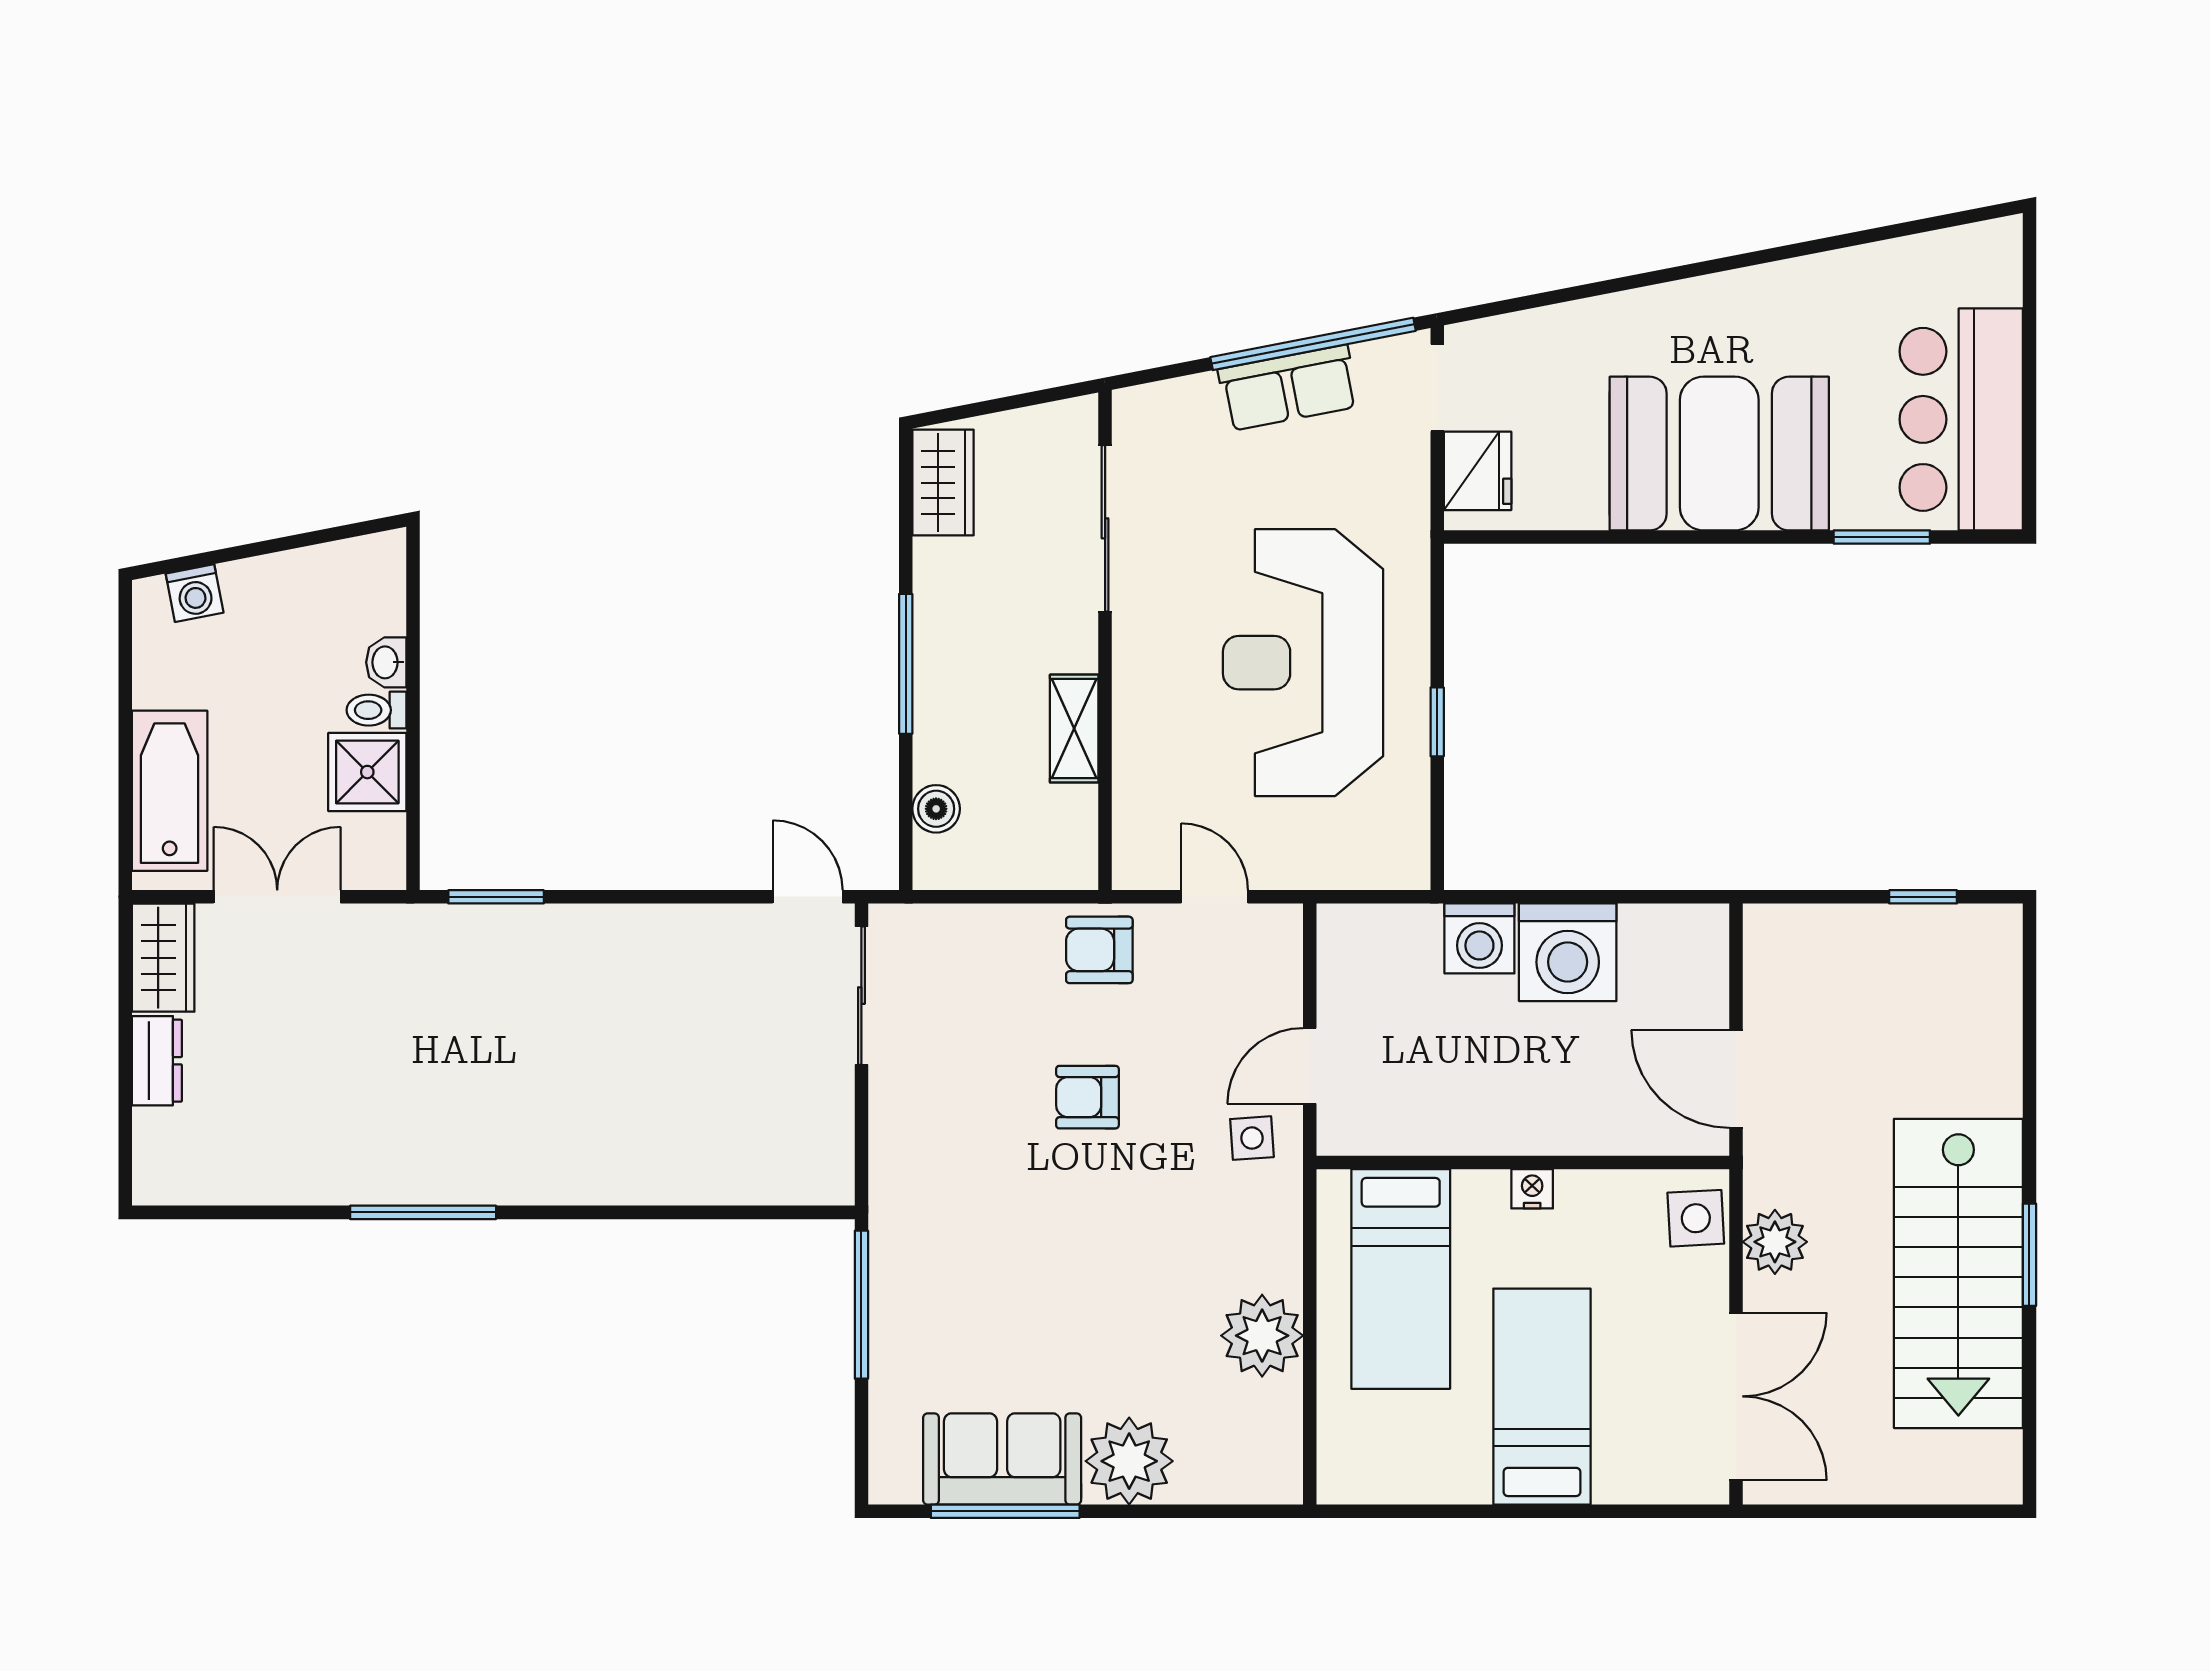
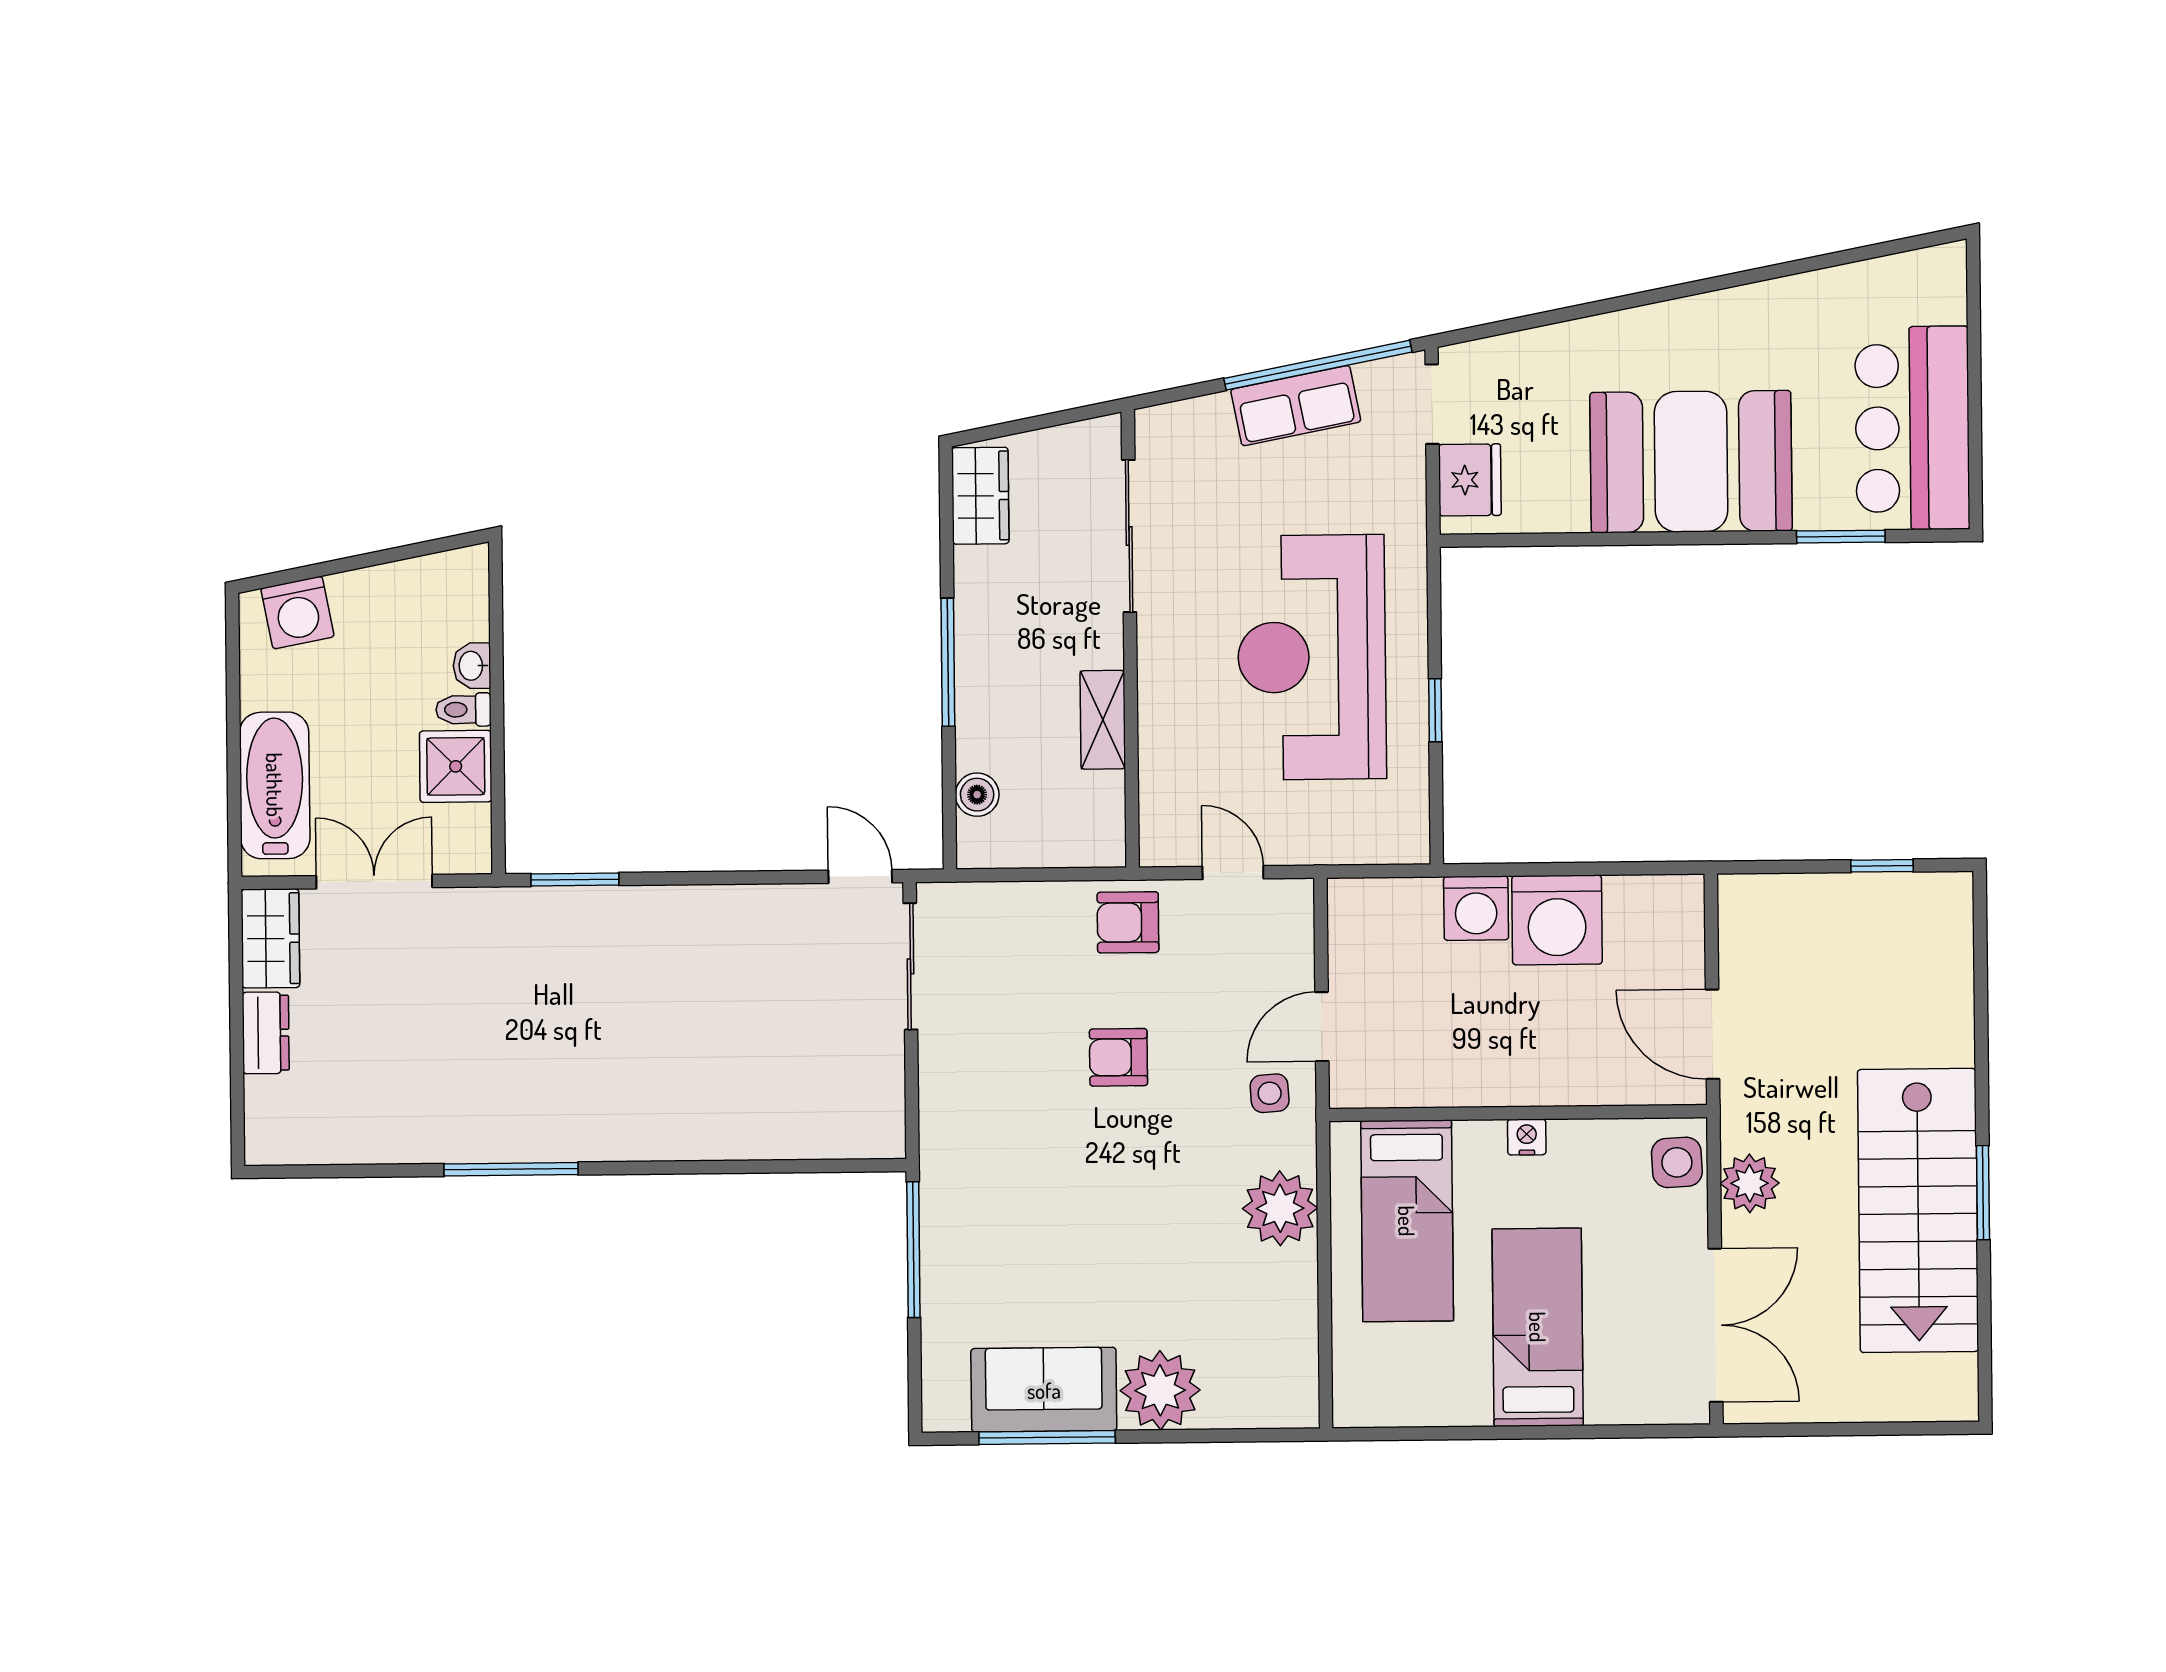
washing machine: (195, 593) -> (297, 613), width x1.38, depth x1.38
plant: (1262, 1336) -> (1280, 1208), moved

